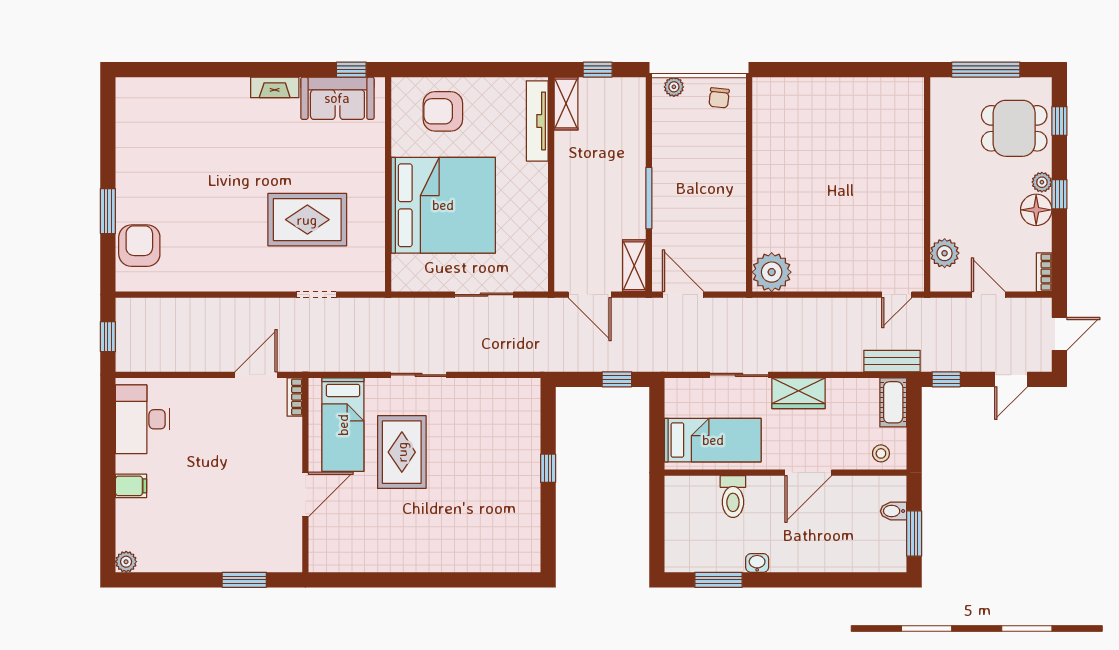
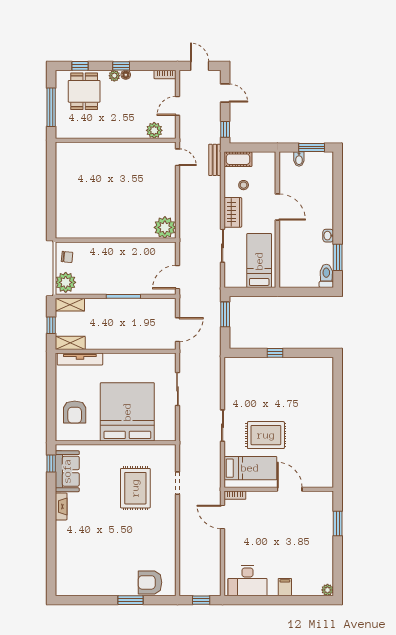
plant: (674, 87) -> (66, 282), width x1.88, depth x1.88
floor lamp: (1036, 210) -> (126, 75), width x0.53, depth x0.53
shelving: (634, 266) -> (70, 305), moved
window: (617, 379) -> (225, 314), width x1.50
stool: (881, 453) -> (244, 185), moved
toilet: (733, 497) -> (326, 276), moved, turned -90

